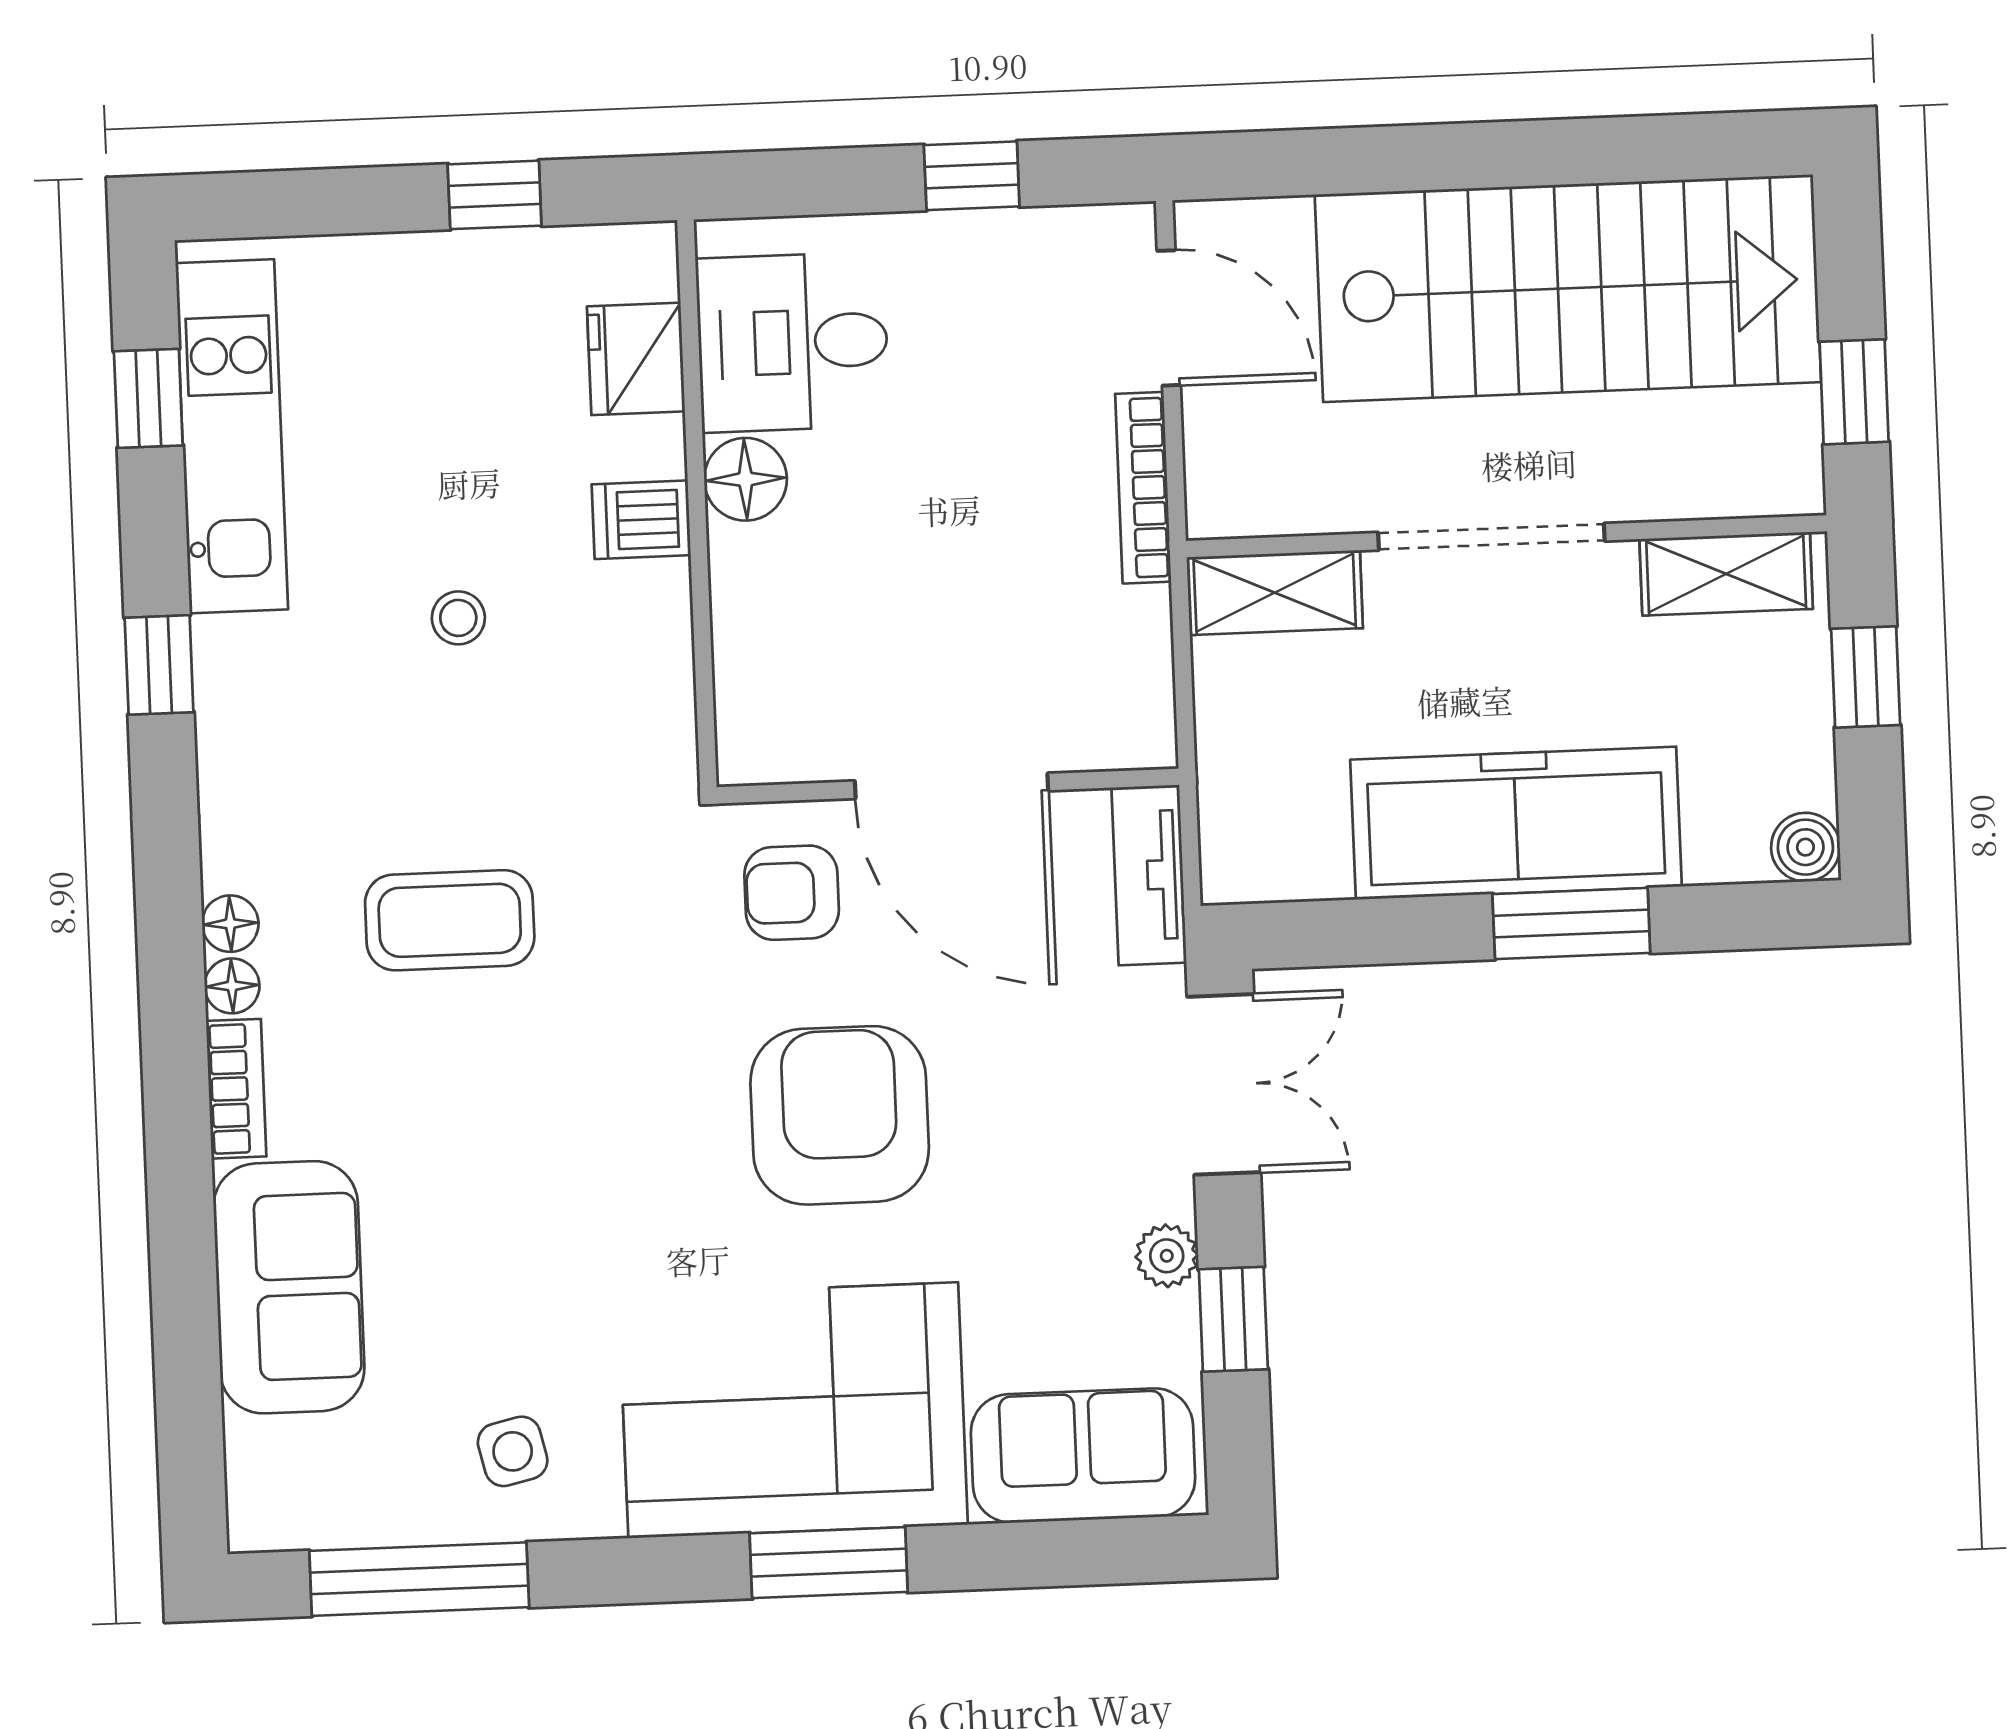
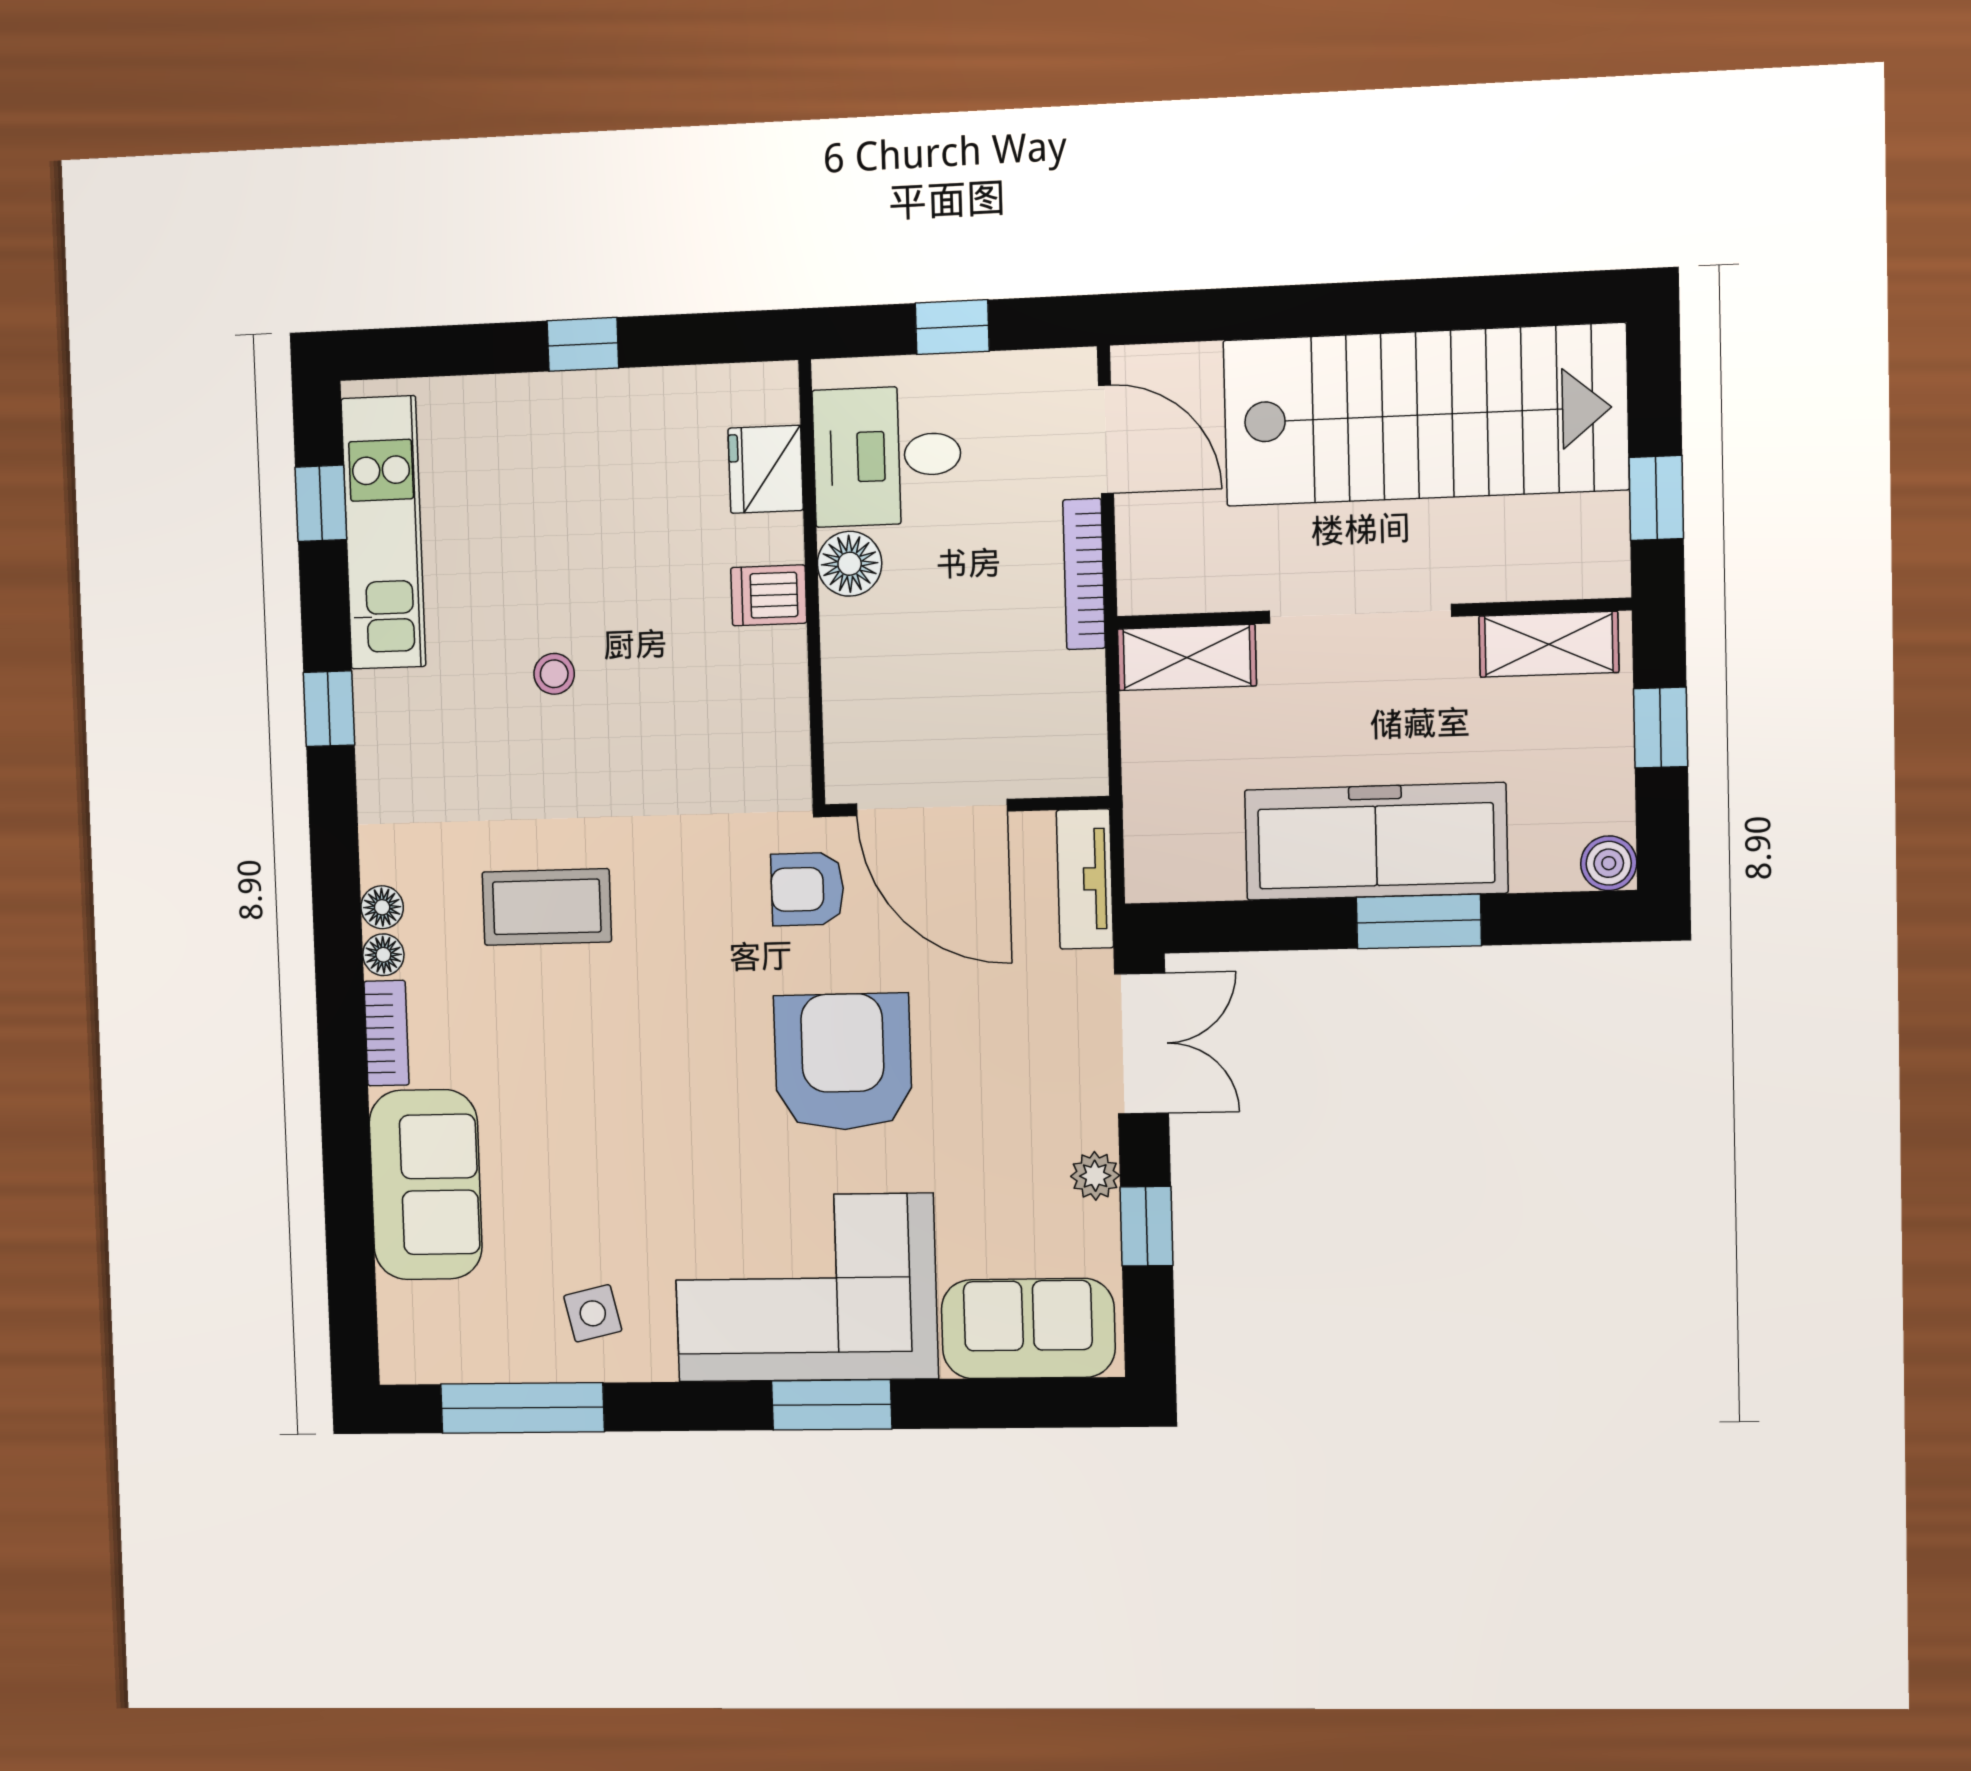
desk: (793, 342) -> (887, 456), moved
fridge: (636, 359) -> (766, 469), moved
floor lamp: (745, 479) -> (850, 564), moved
wall: (697, 504) -> (812, 583), moved
dishwasher: (641, 520) -> (769, 595), moved

